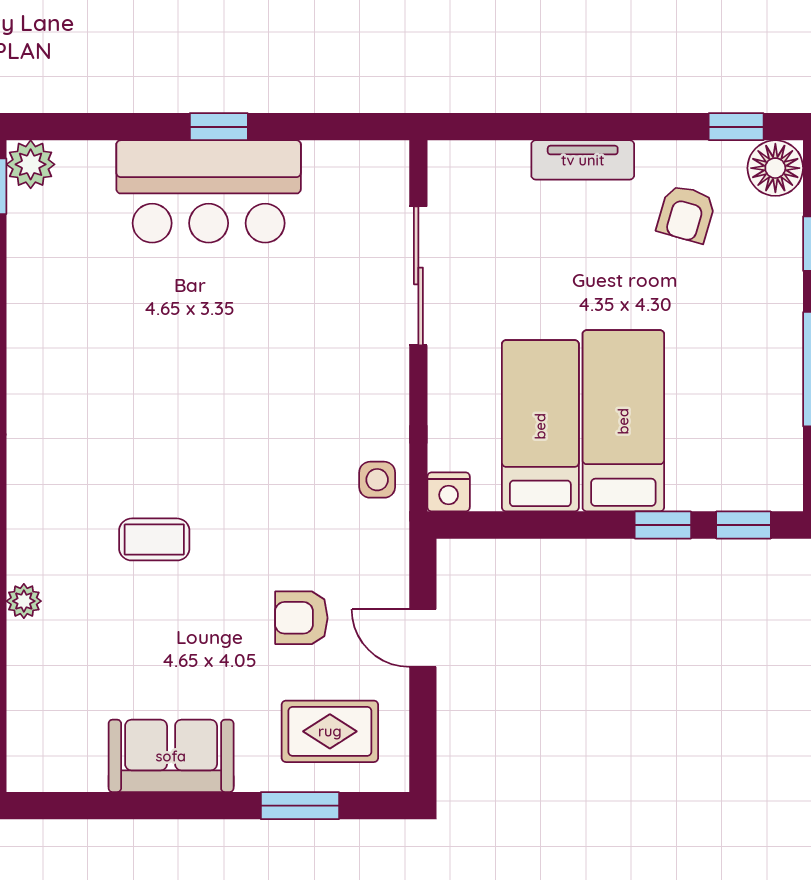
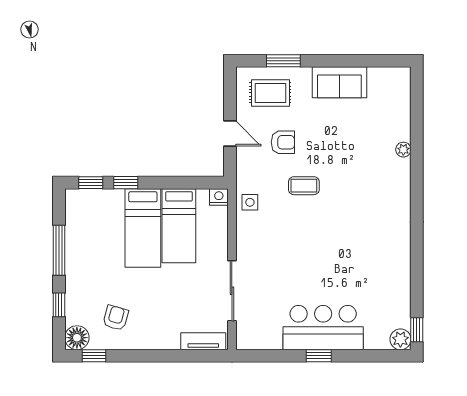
tv unit: (583, 160) -> (203, 341), moved
coffee table: (154, 539) -> (304, 186), moved

